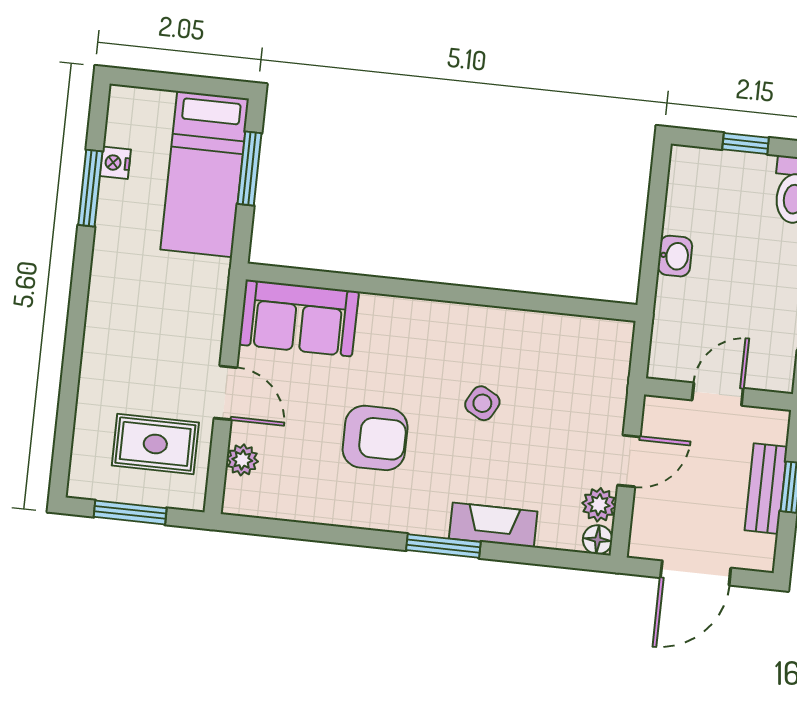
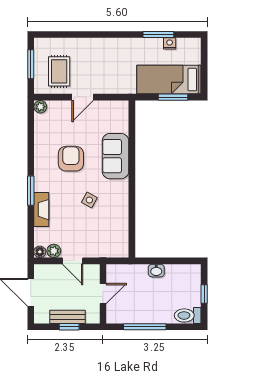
sofa: (299, 318) -> (115, 156), moved
door: (718, 394) -> (103, 293), hinge flipped
armchair: (375, 438) -> (71, 159), turned 180
plant: (242, 460) -> (40, 107), moved

